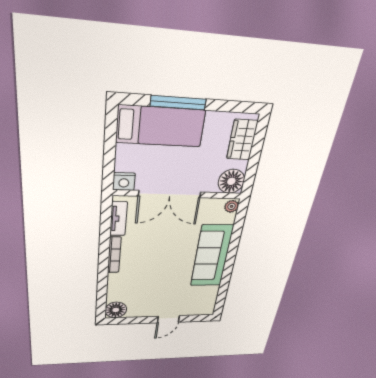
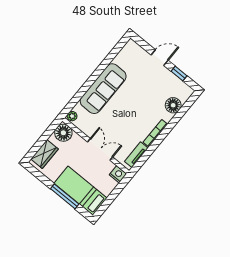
double door: (170, 194) -> (100, 149), width x0.73
floor lamp: (116, 310) -> (173, 105), moved
window: (136, 320) -> (179, 74), added

